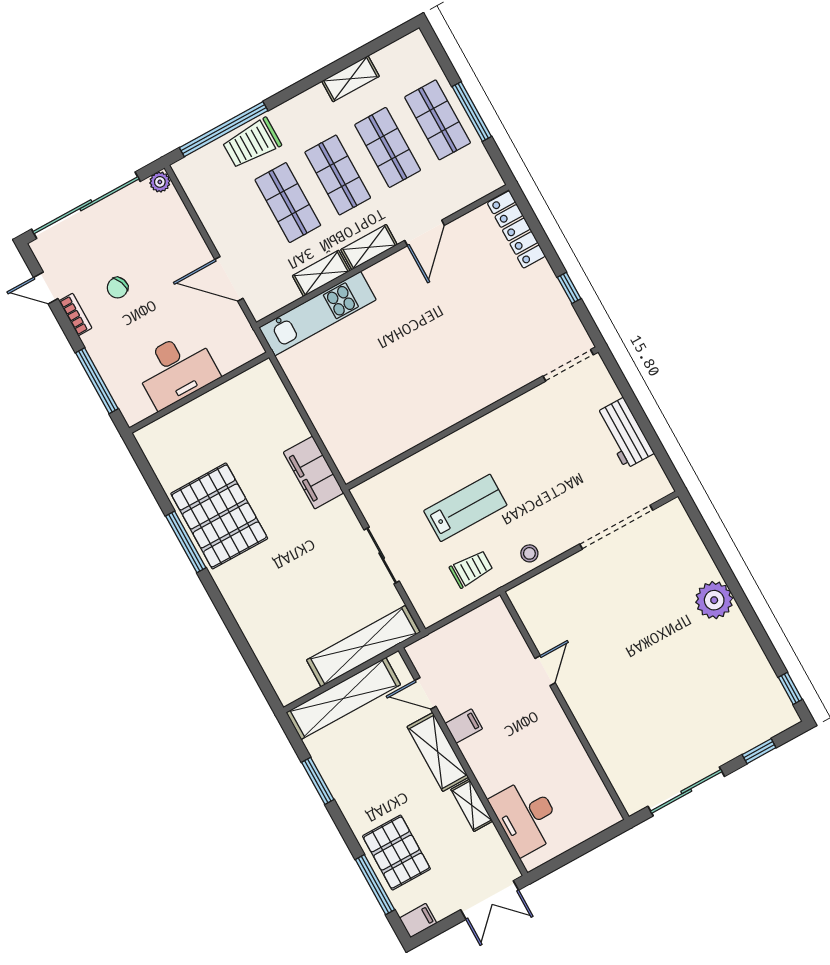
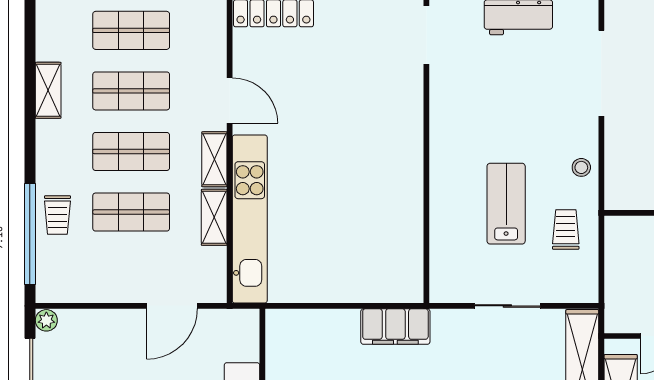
trolley: (252, 143) -> (57, 215), width x0.73, depth x0.72
kitchen unit: (317, 314) -> (250, 219), width x1.36

